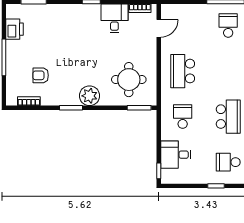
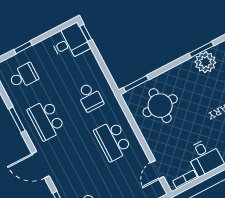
school desk: (183, 71) -> (113, 141), turned 180
plant: (90, 96) -> (205, 62), moved
desk: (176, 155) -> (70, 42), moved

